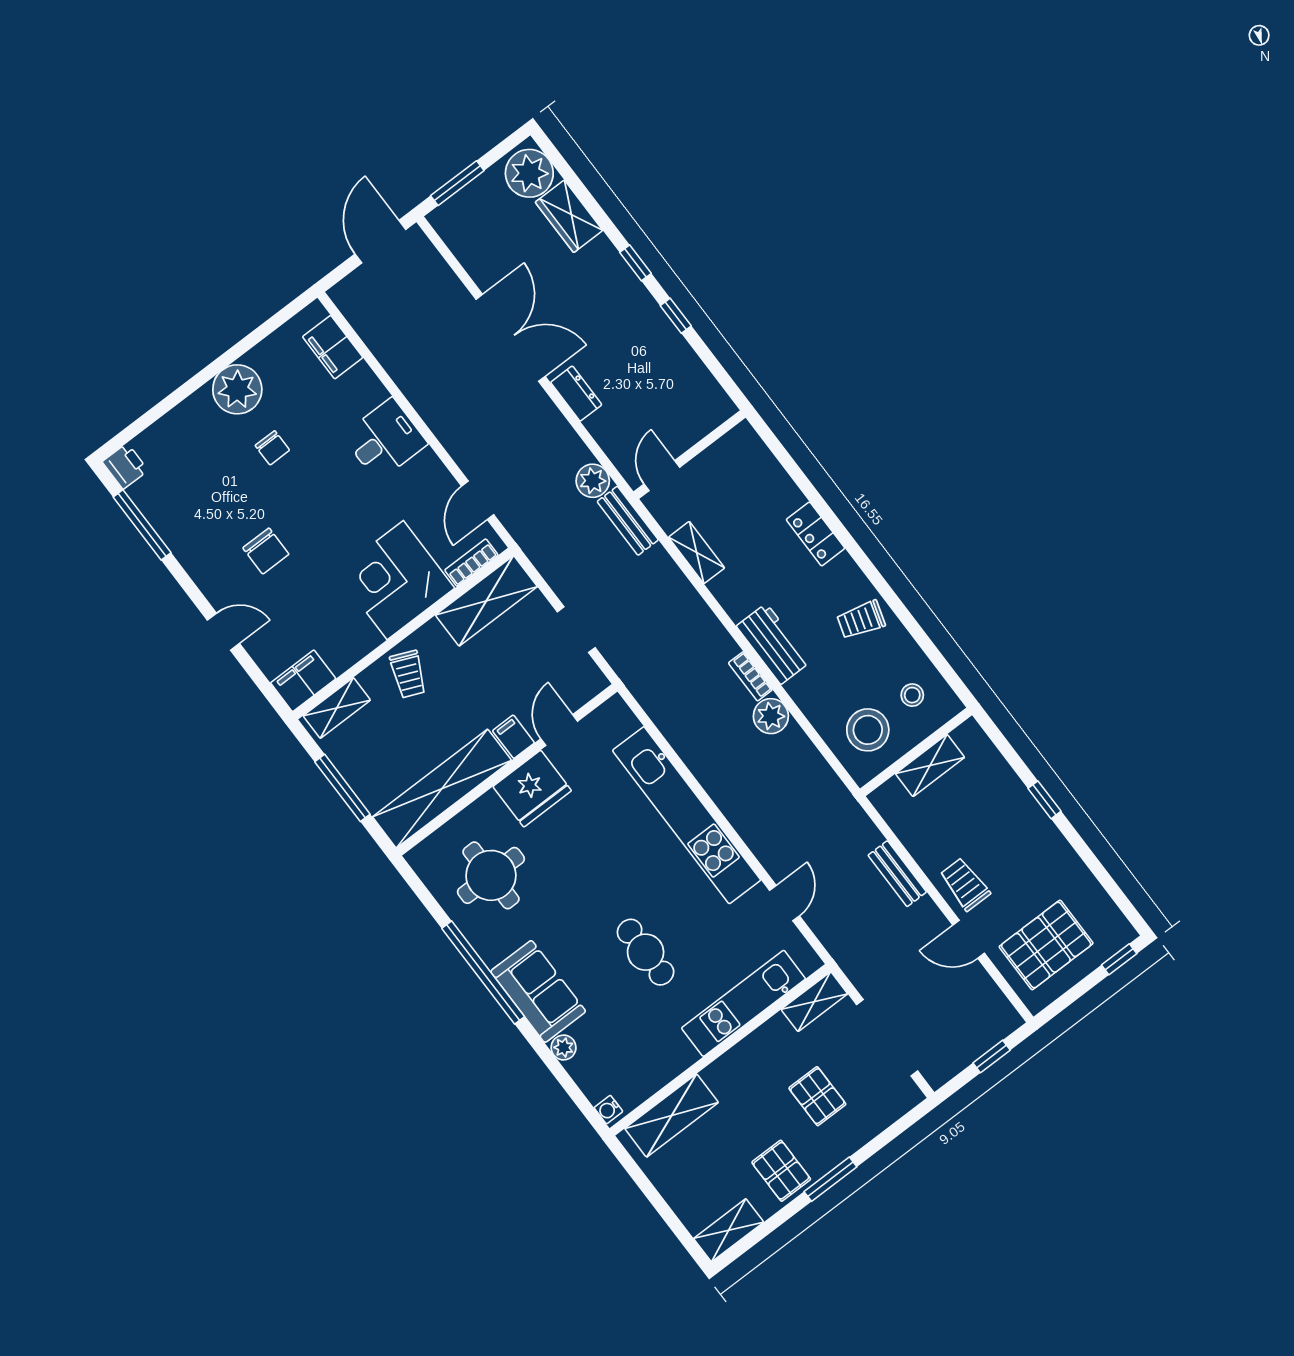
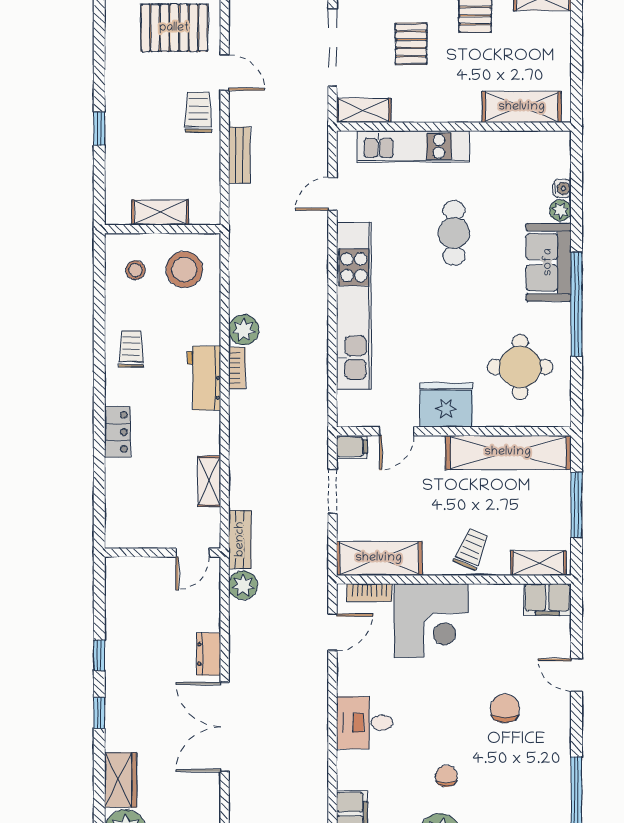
trolley: (861, 620) -> (131, 349), turned -106
filing cabinet: (513, 737) -> (352, 447), moved, turned -90
trolley: (965, 884) -> (198, 112), turned 180
water cooler: (608, 1110) -> (562, 188), moved

